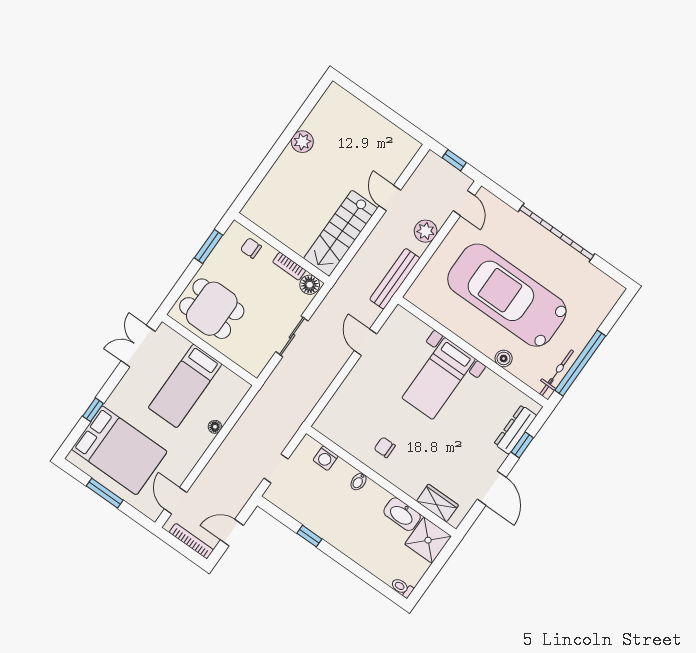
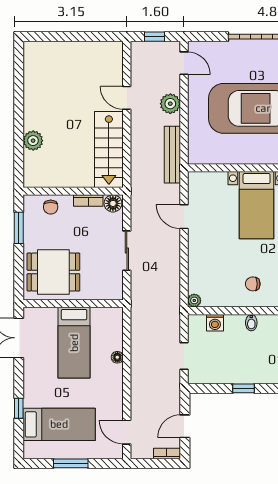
plant: (302, 142) -> (33, 141), moved
chair: (251, 248) -> (51, 207), turned -90
plant: (321, 425) -> (194, 300), added
bed: (119, 450) -> (59, 424), width x0.67
bookcase: (191, 541) -> (167, 454), width x0.64

